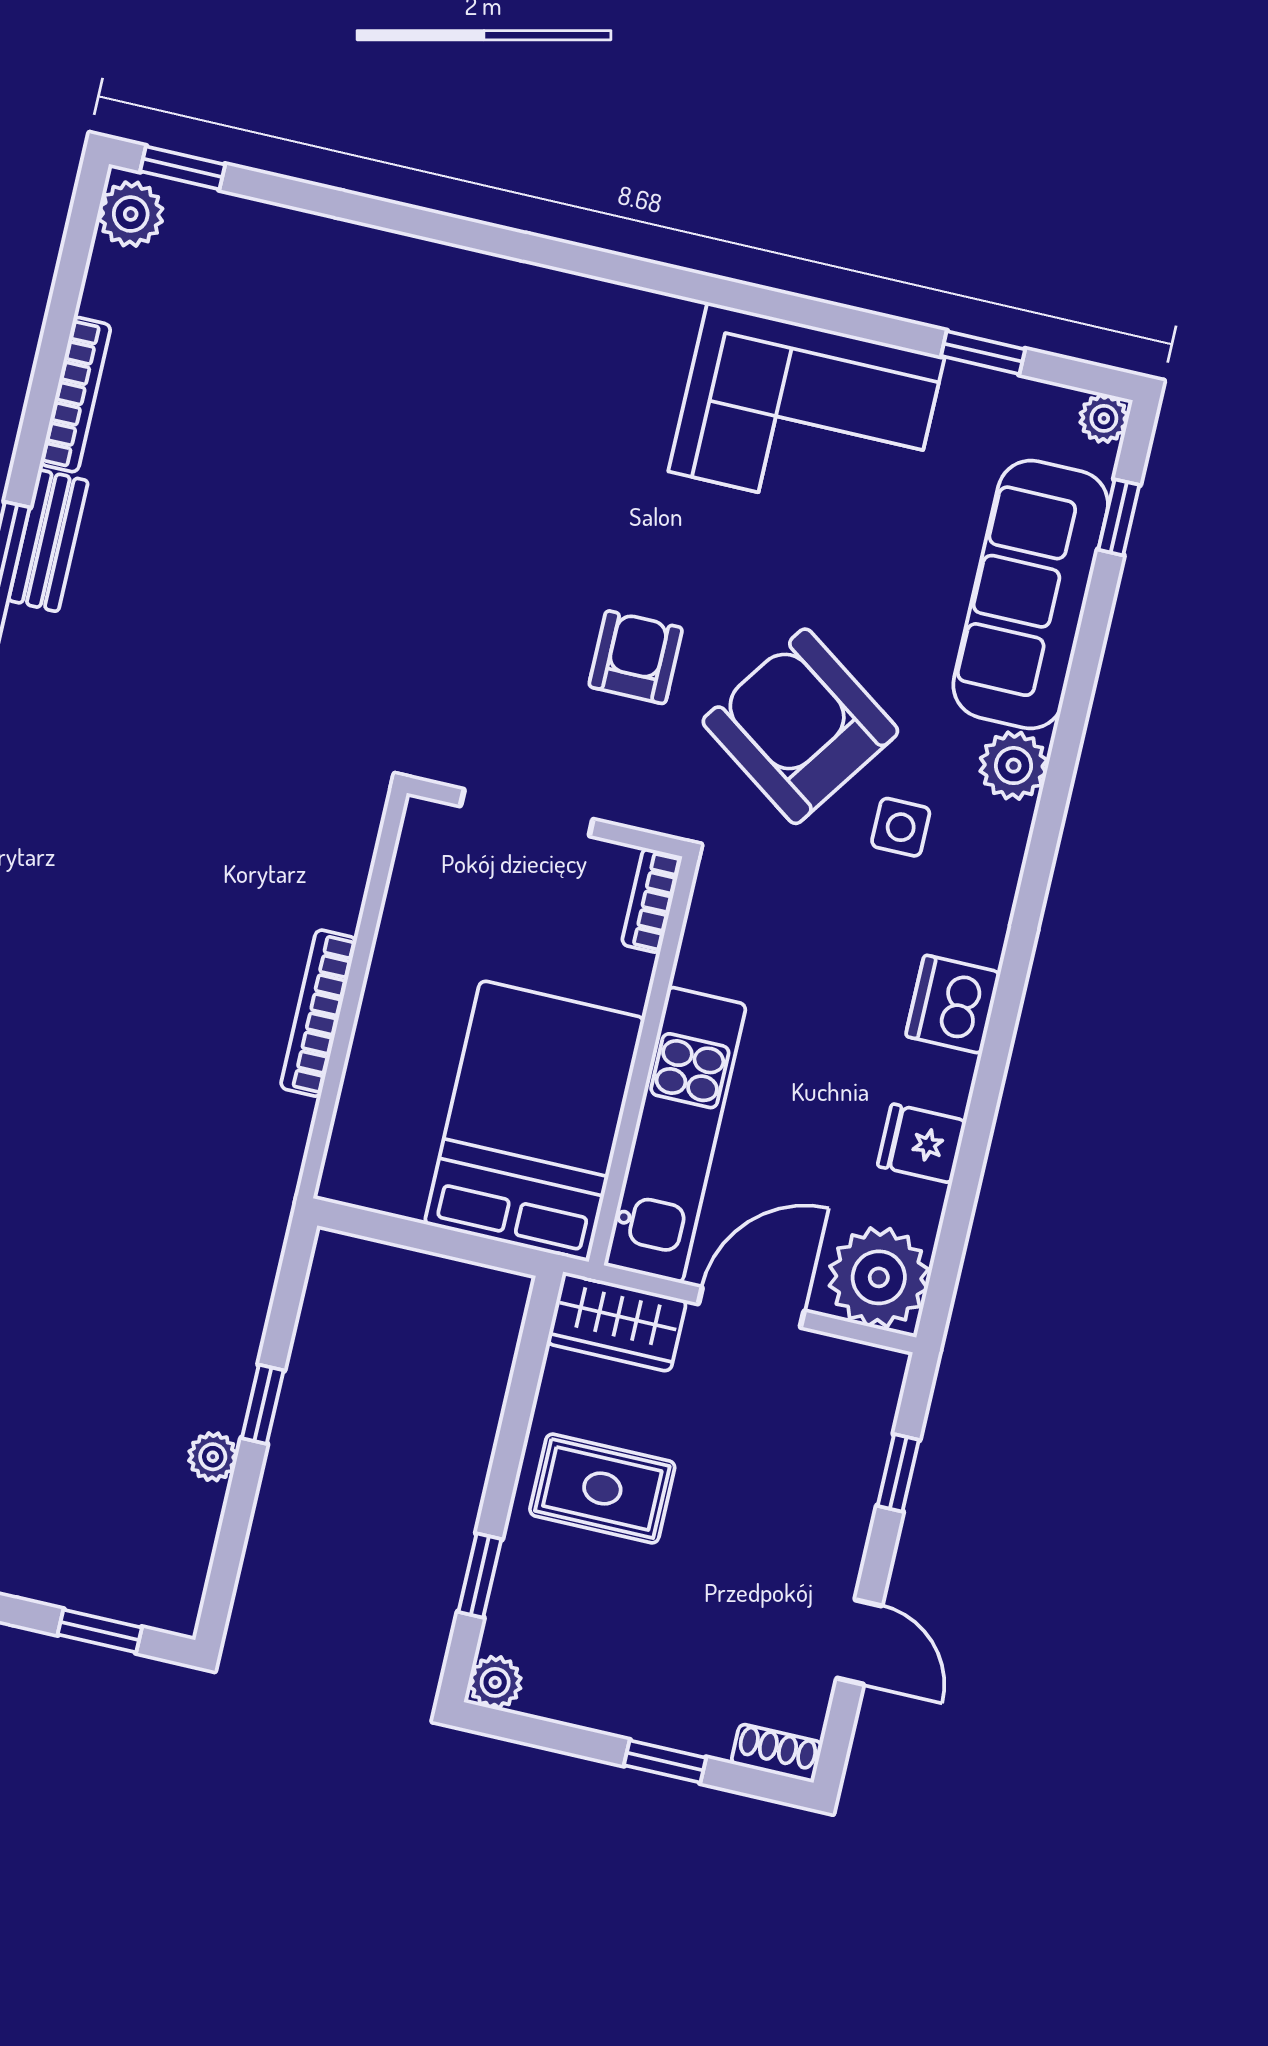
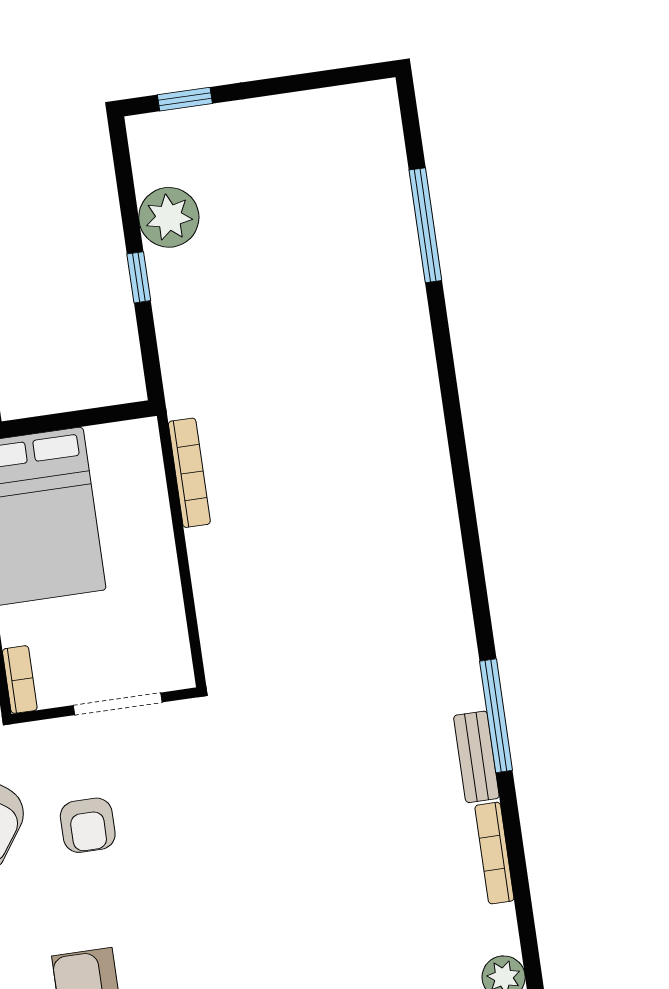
bookcase: (319, 1013) -> (189, 473), moved
plant: (213, 1457) -> (169, 217), width x1.88, depth x1.88

